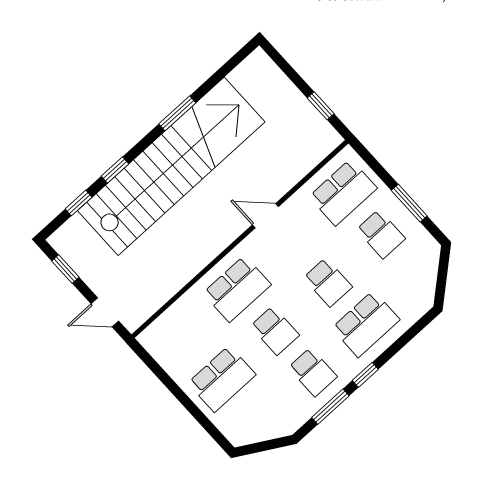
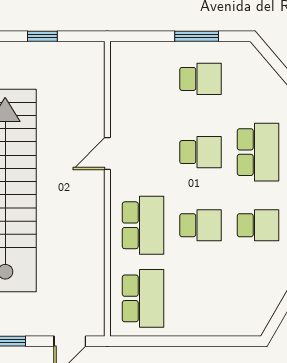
window: (321, 106) -> (42, 36), moved
school desk: (343, 192) -> (143, 79), removed
school desk: (222, 379) -> (143, 298), moved

